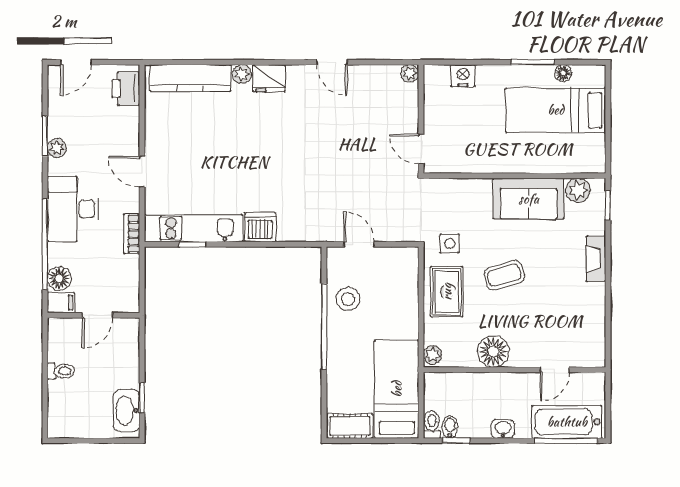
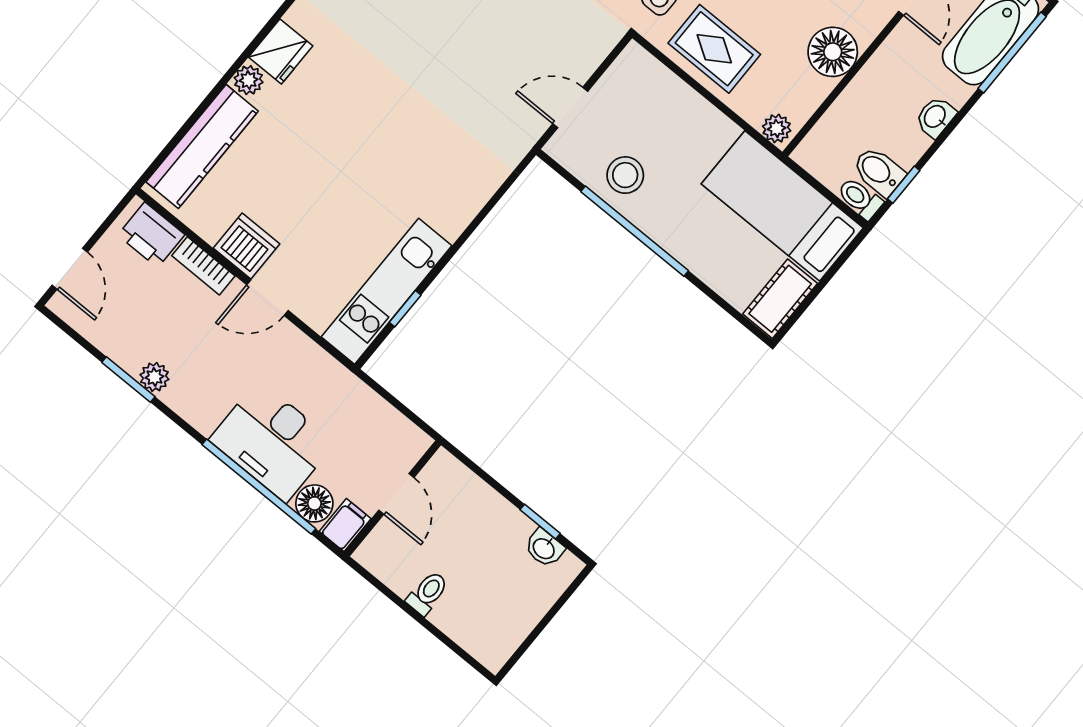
desk: (73, 209) -> (272, 441), moved
dishwasher: (260, 227) -> (246, 246), moved, turned 90
bookcase: (132, 234) -> (203, 266), moved
washbasin: (126, 410) -> (544, 548), width x0.52, depth x0.69
bidet: (450, 427) -> (879, 171), width x1.38, depth x1.36

